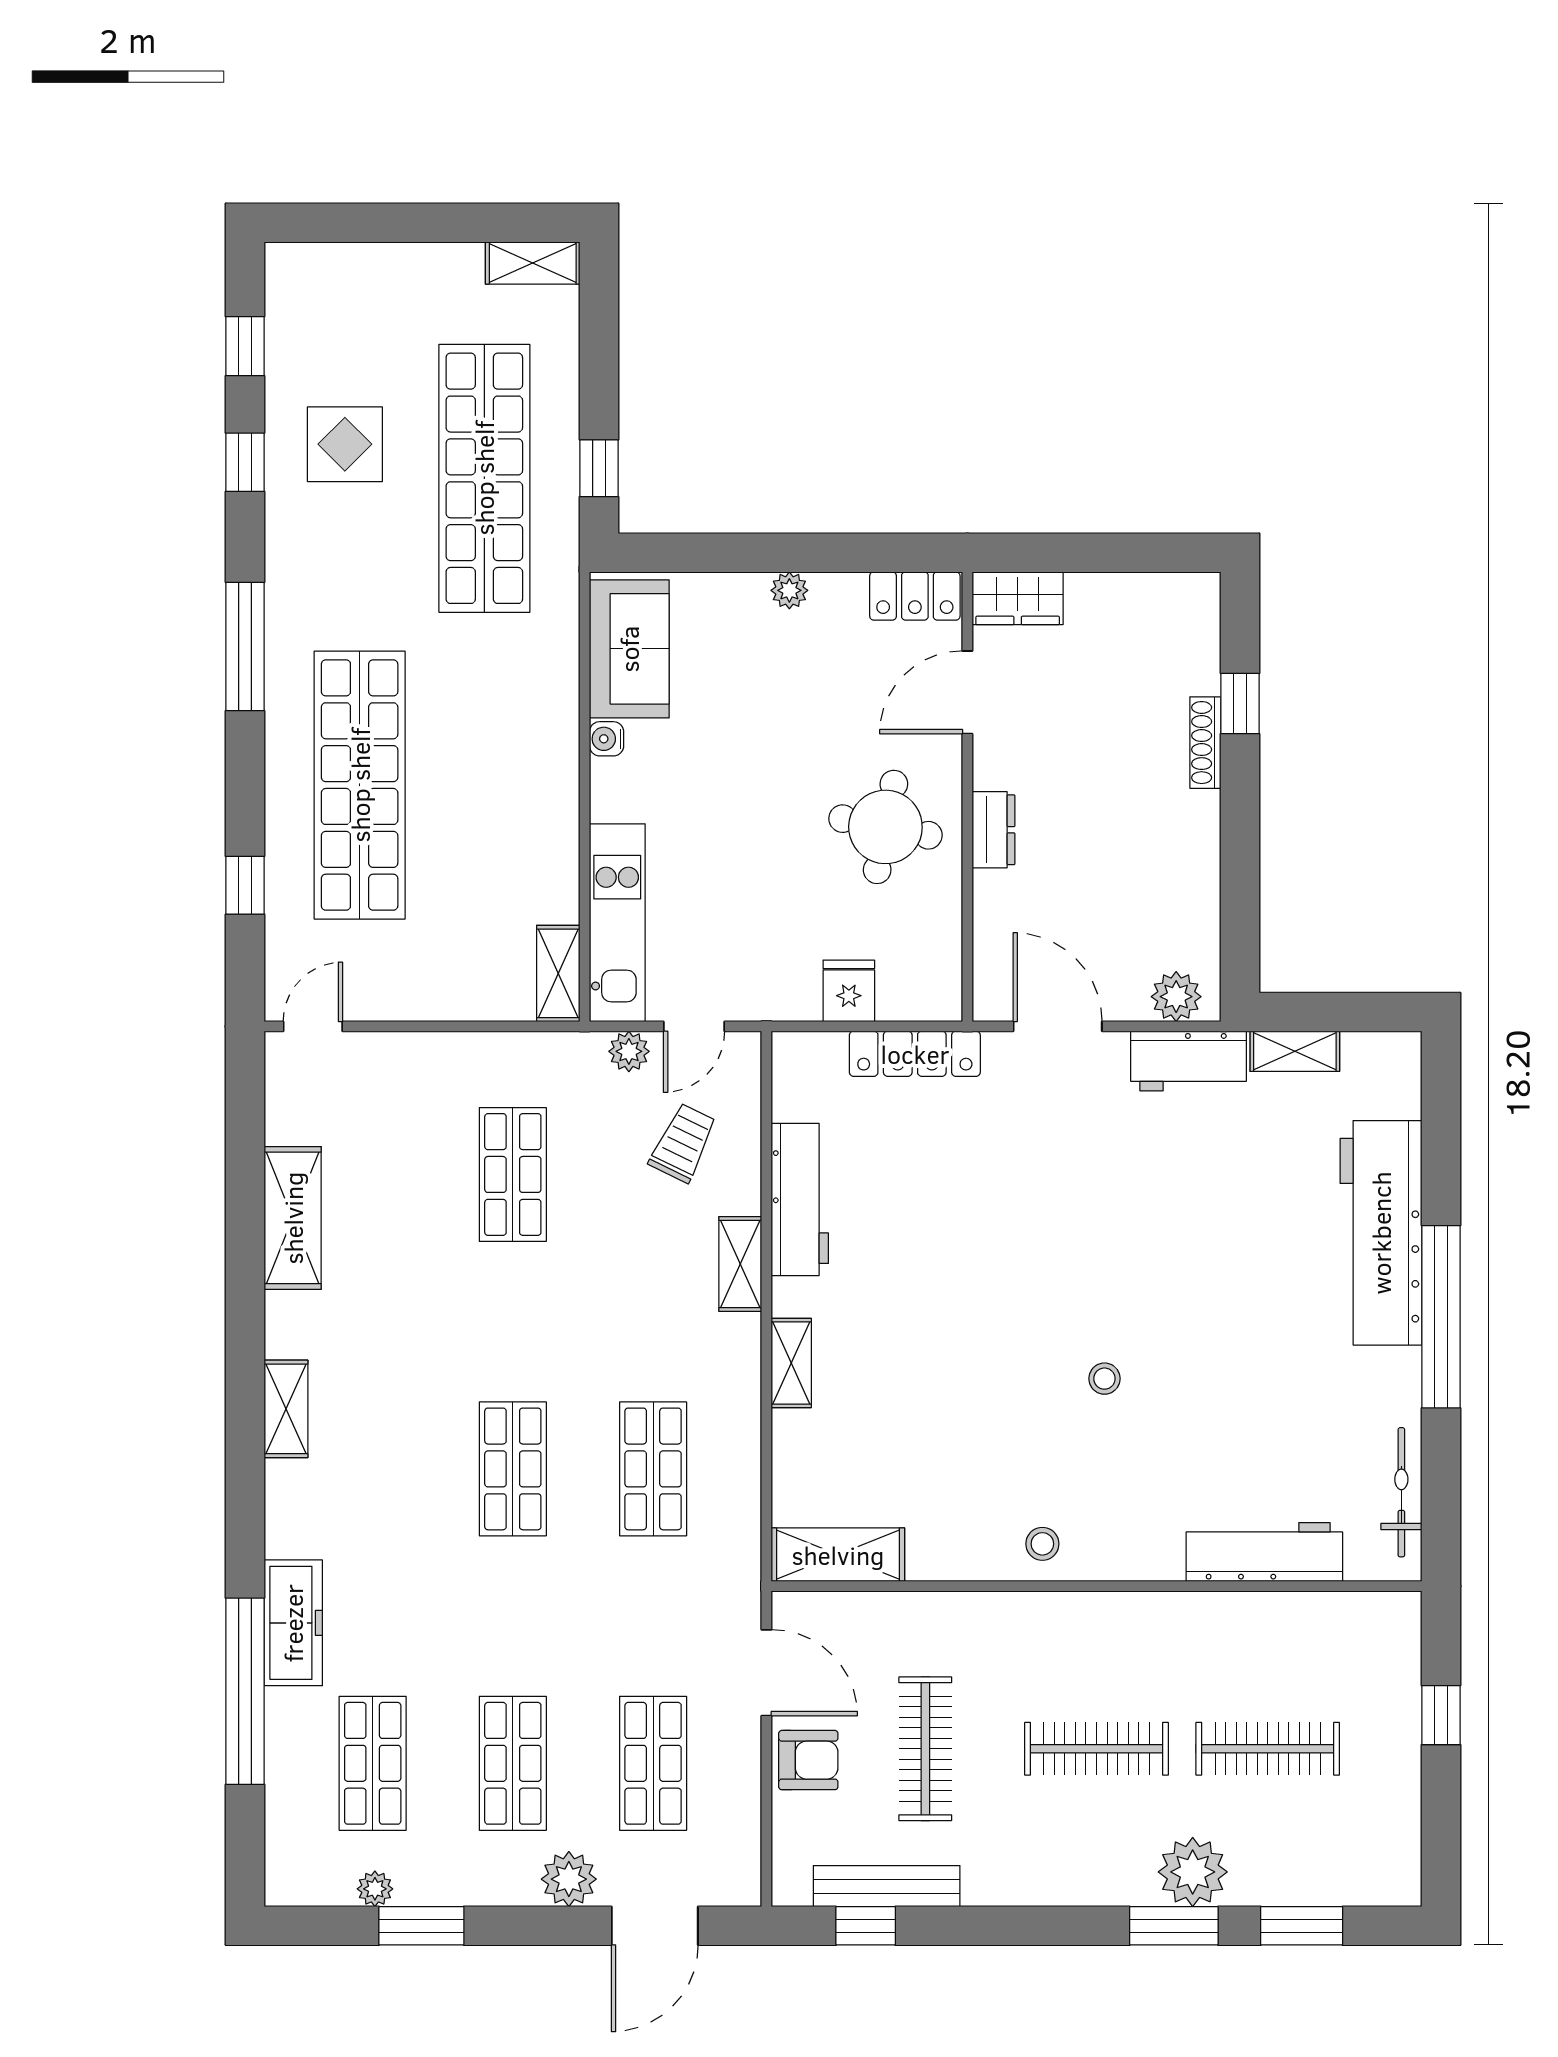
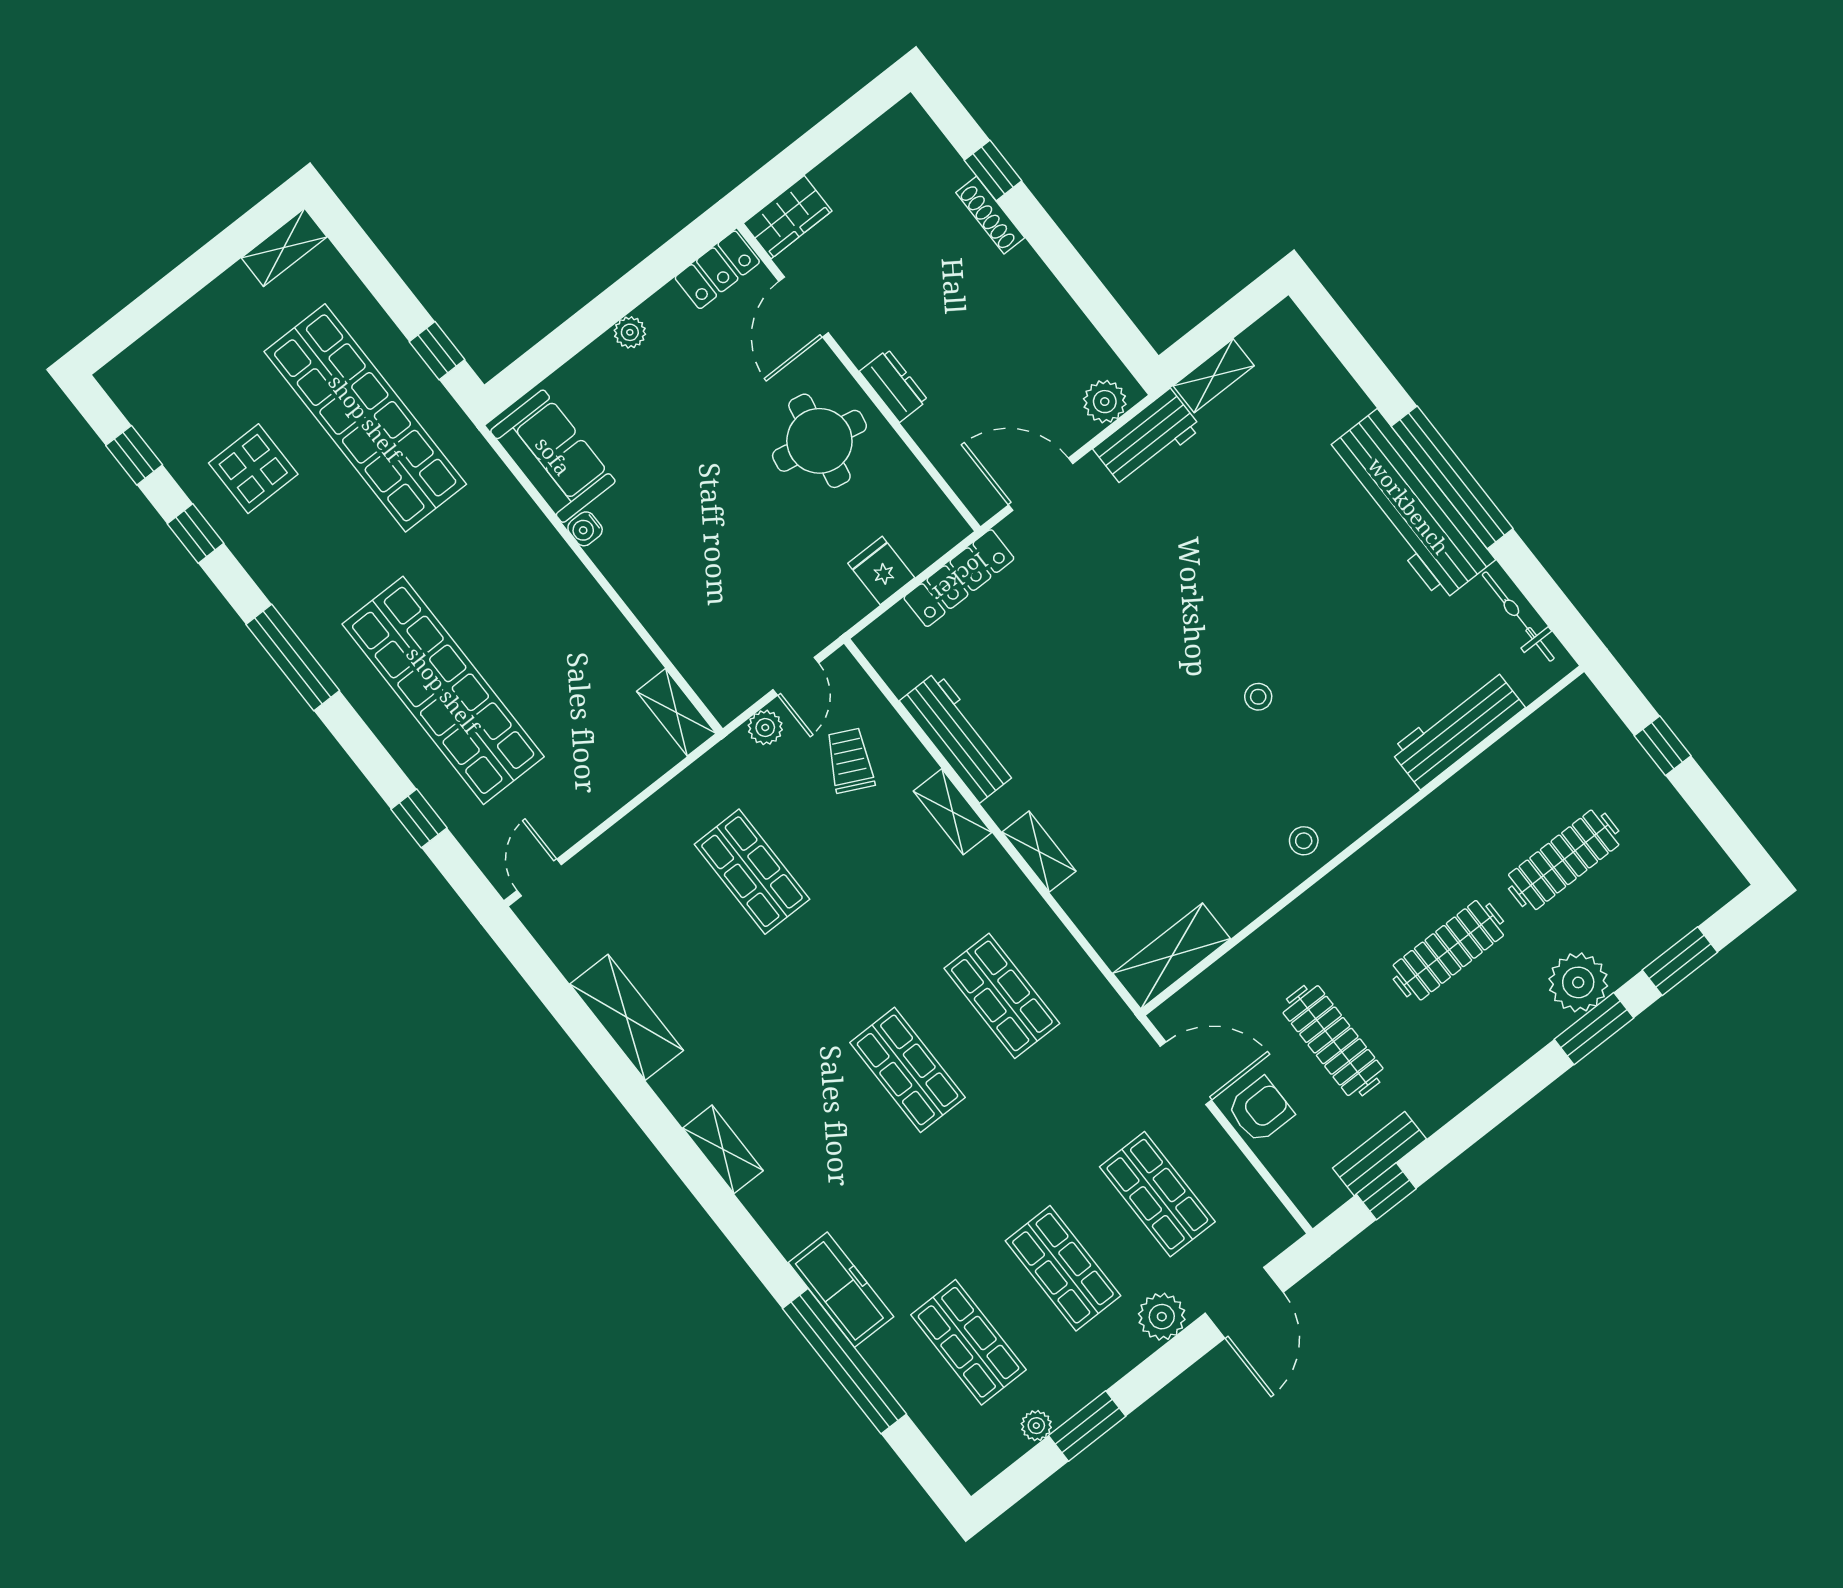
kitchen unit: (617, 923) -> (689, 647), removed
workbench: (1381, 1233) -> (1409, 506), moved
bench: (887, 1886) -> (1380, 1154), width x0.73

